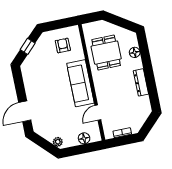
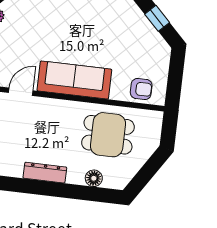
armchair: (63, 45) -> (141, 89), moved
door: (98, 113) -> (21, 92), hinge flipped

